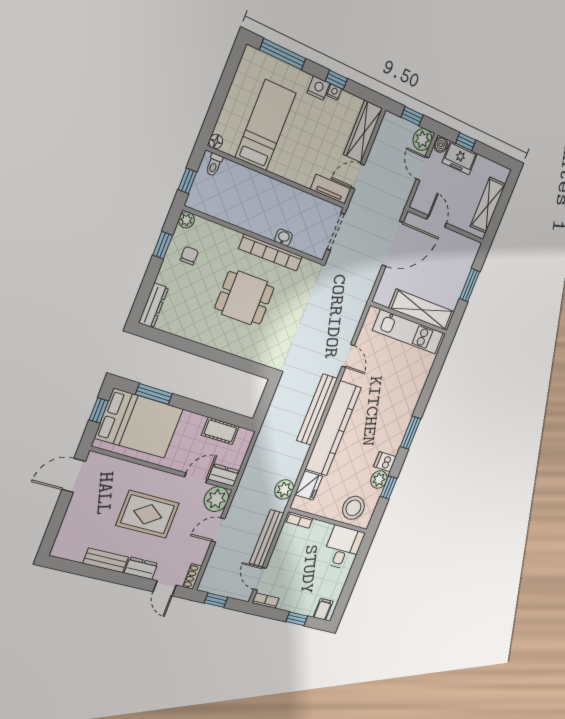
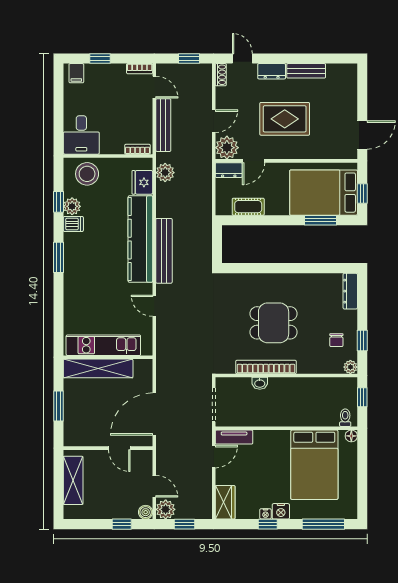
bed: (266, 125) -> (314, 465), width x1.50
wardrobe: (363, 131) -> (225, 502), width x0.67
freezer: (460, 158) -> (121, 509), removed

